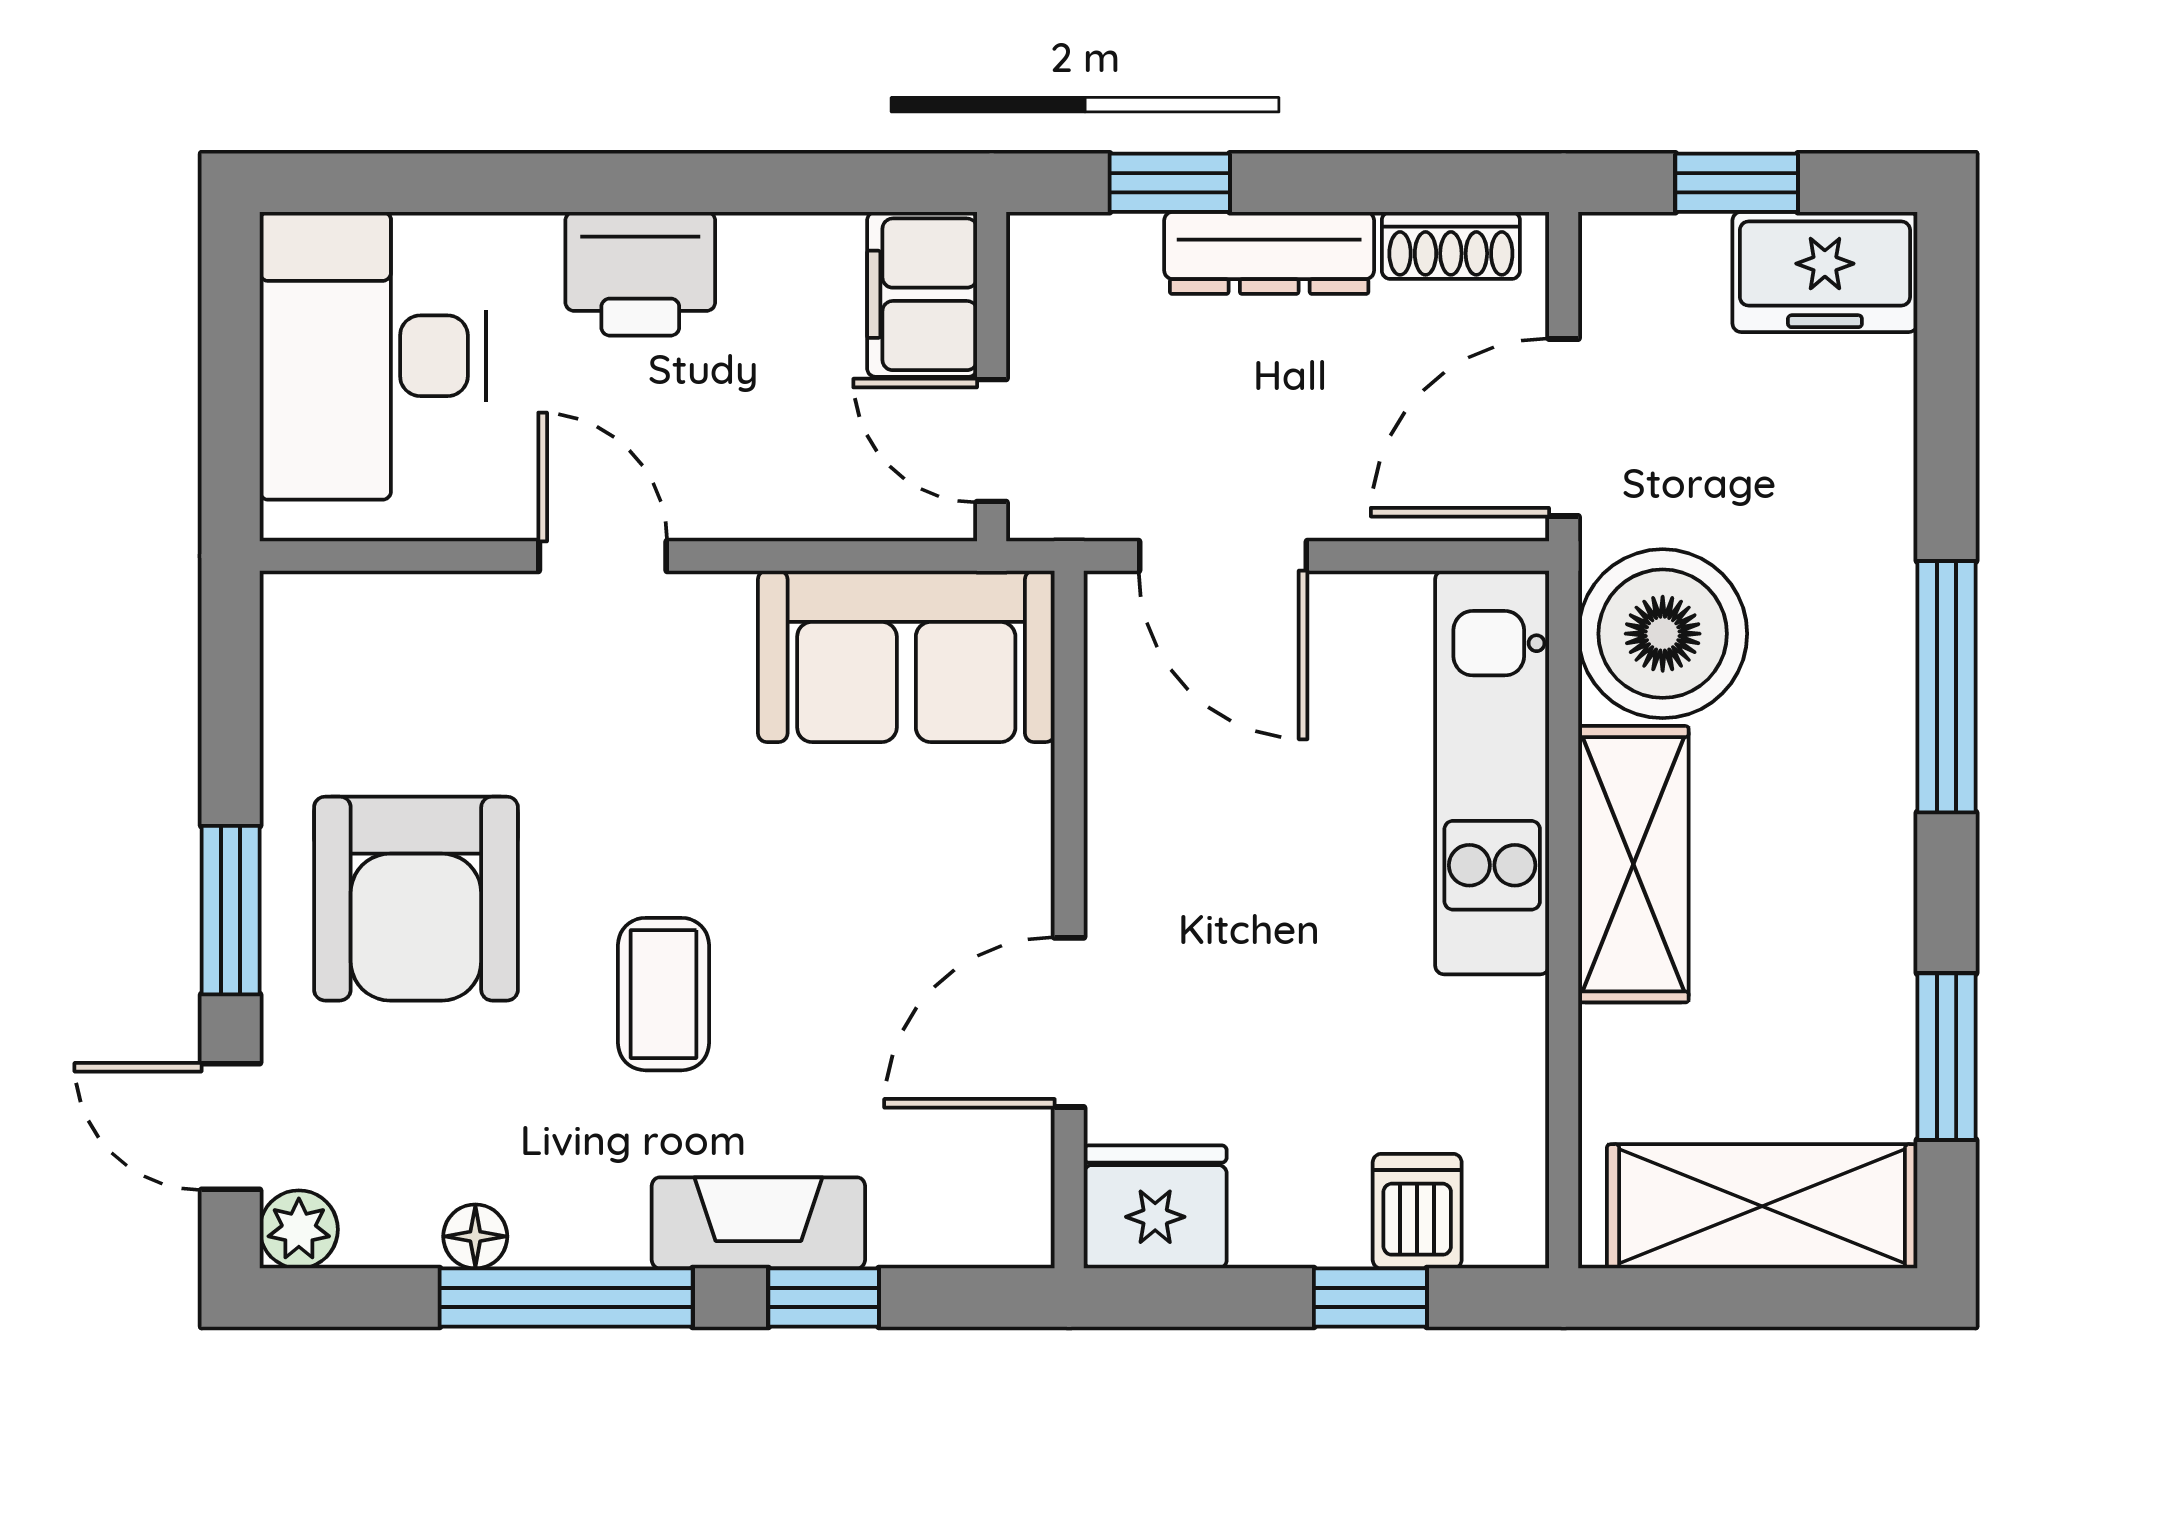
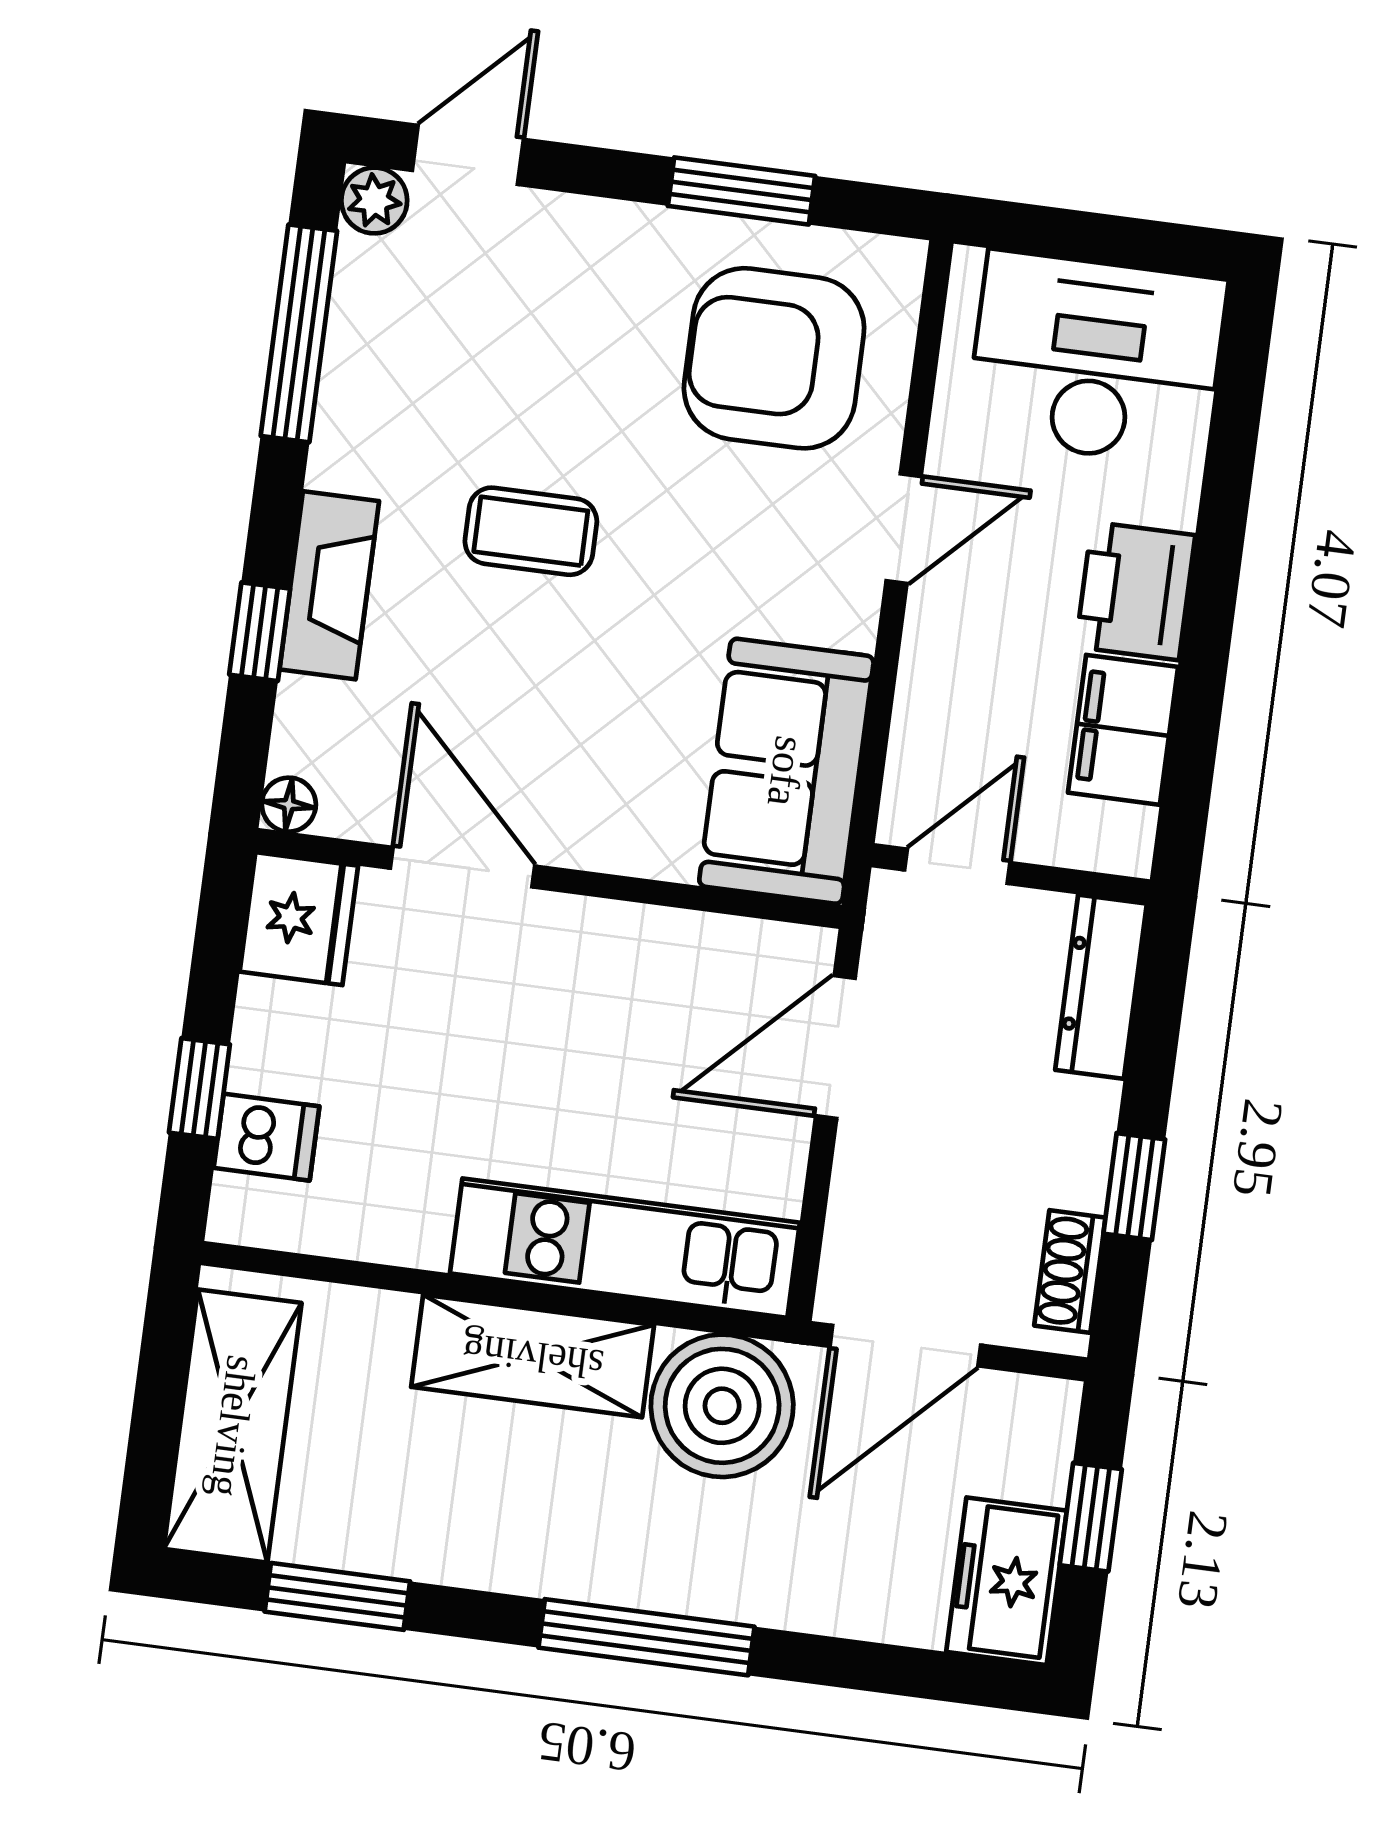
window: (1170, 183) -> (1134, 1187), moved
dresser: (1269, 253) -> (1101, 987), moved
filing cabinet: (922, 294) -> (1123, 730), moved, turned -90
door: (1564, 427) -> (905, 1346), swing flipped
armchair: (416, 899) -> (774, 358), moved
window: (231, 910) -> (741, 191), moved
floor lamp: (475, 1236) -> (289, 805), moved
window: (566, 1298) -> (299, 333), moved

